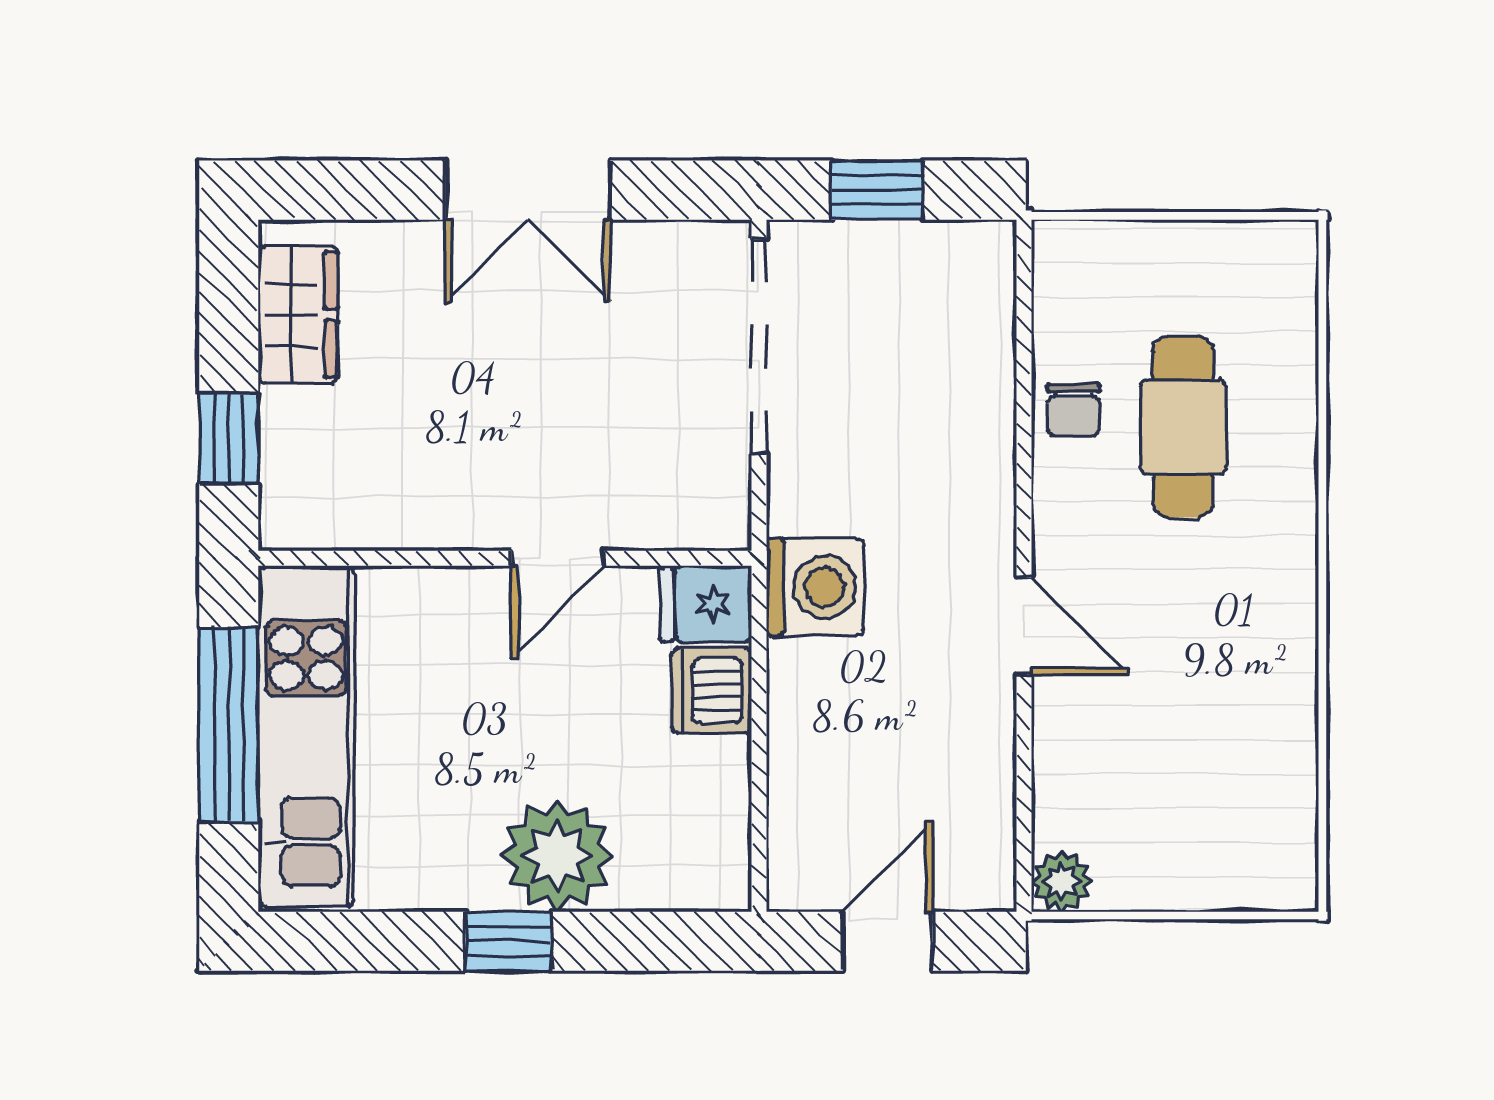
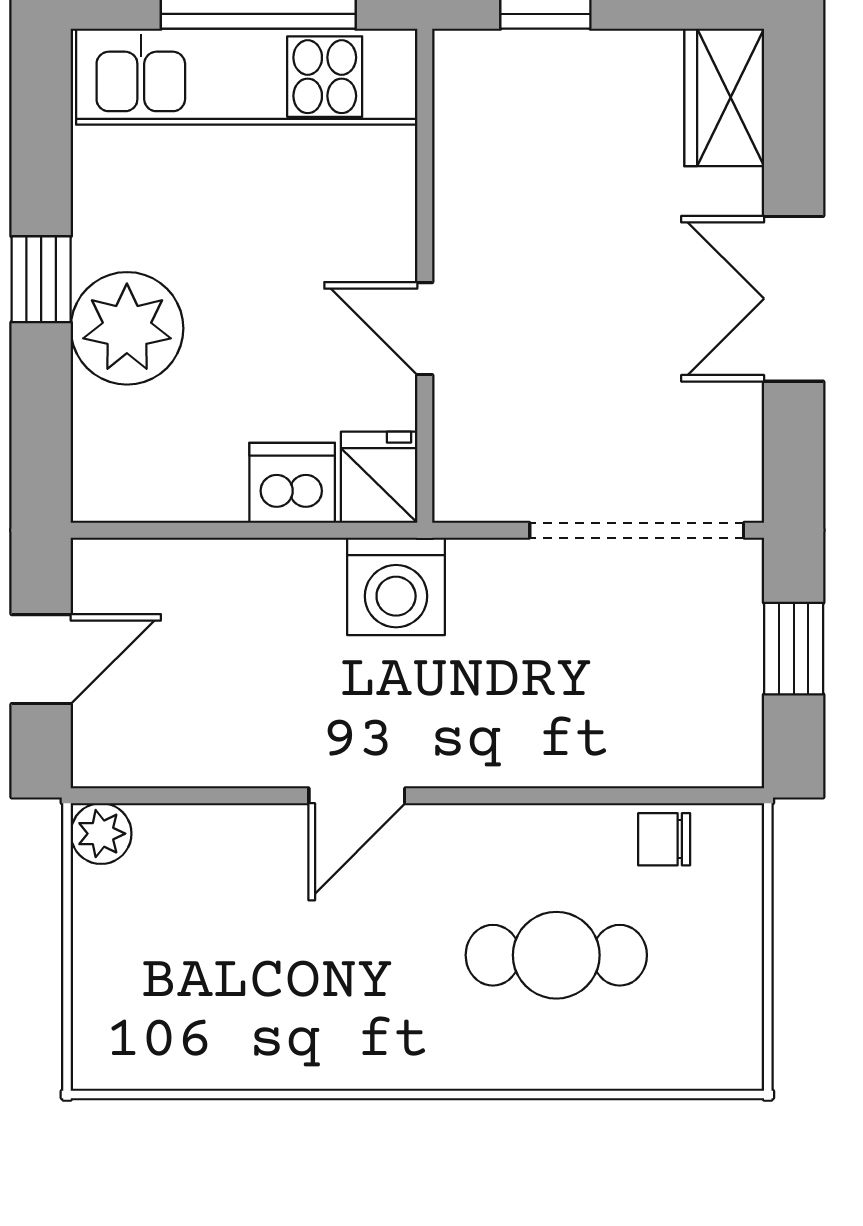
wardrobe: (298, 315) -> (724, 97), moved, turned 90
chair: (1074, 410) -> (664, 839), moved
door: (888, 941) -> (41, 659), hinge flipped

